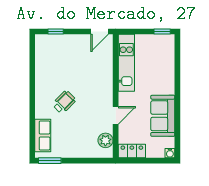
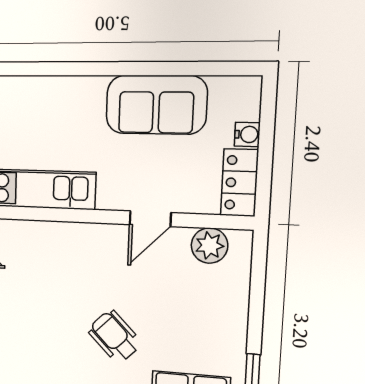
door: (116, 115) -> (150, 219), swing flipped
water cooler: (170, 153) -> (247, 134), moved

